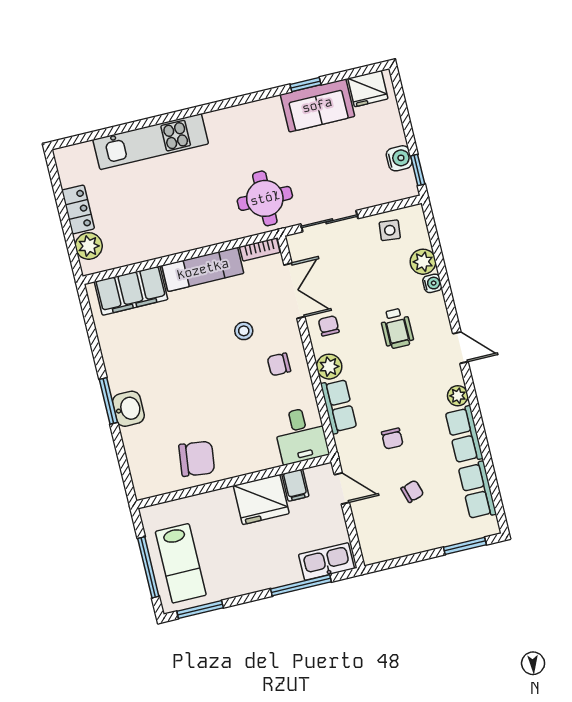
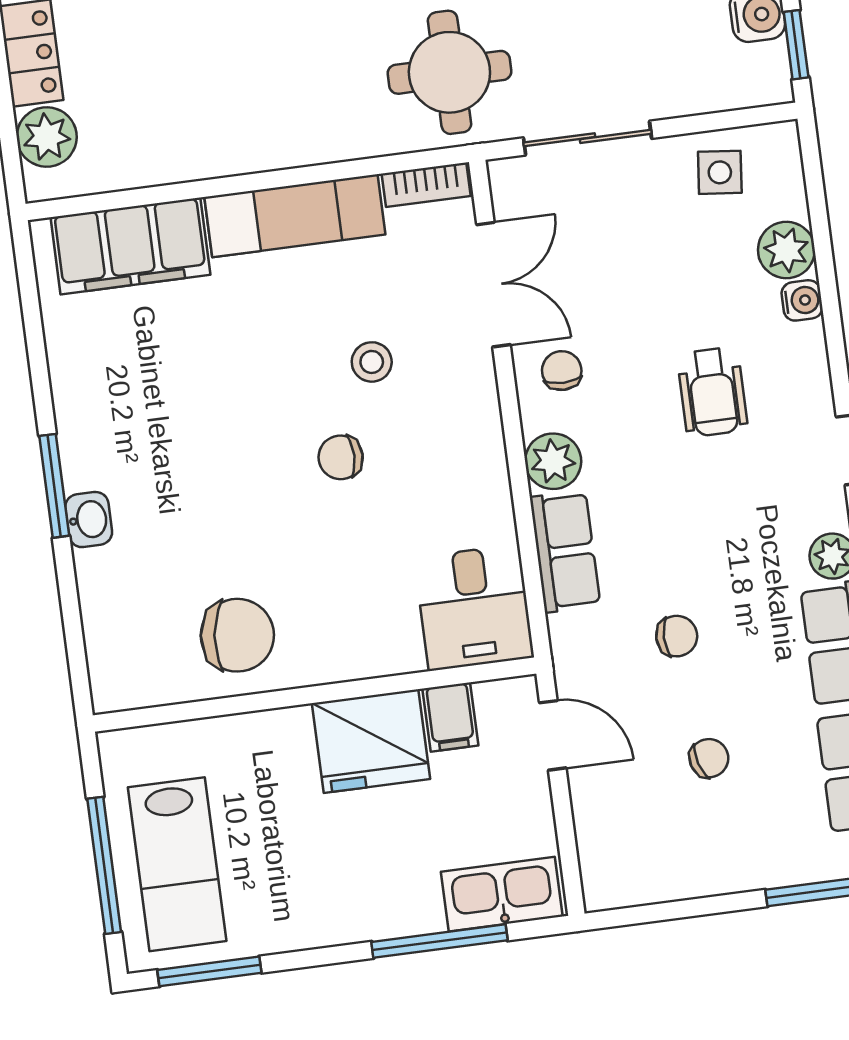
chair: (279, 364) -> (341, 457), moved
washbasin: (128, 409) -> (89, 520), width x0.72, depth x0.69
chair: (392, 439) -> (677, 636), turned -90

